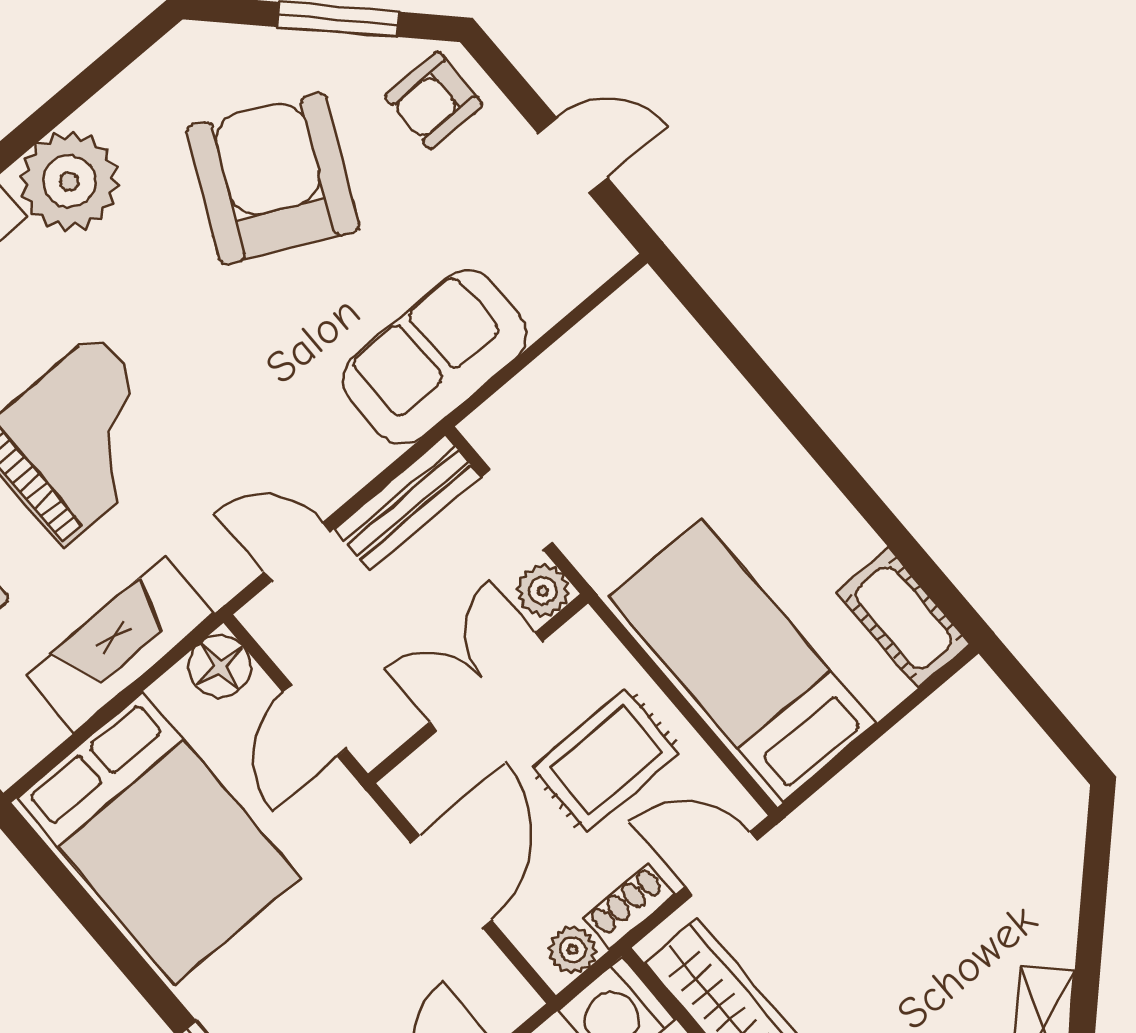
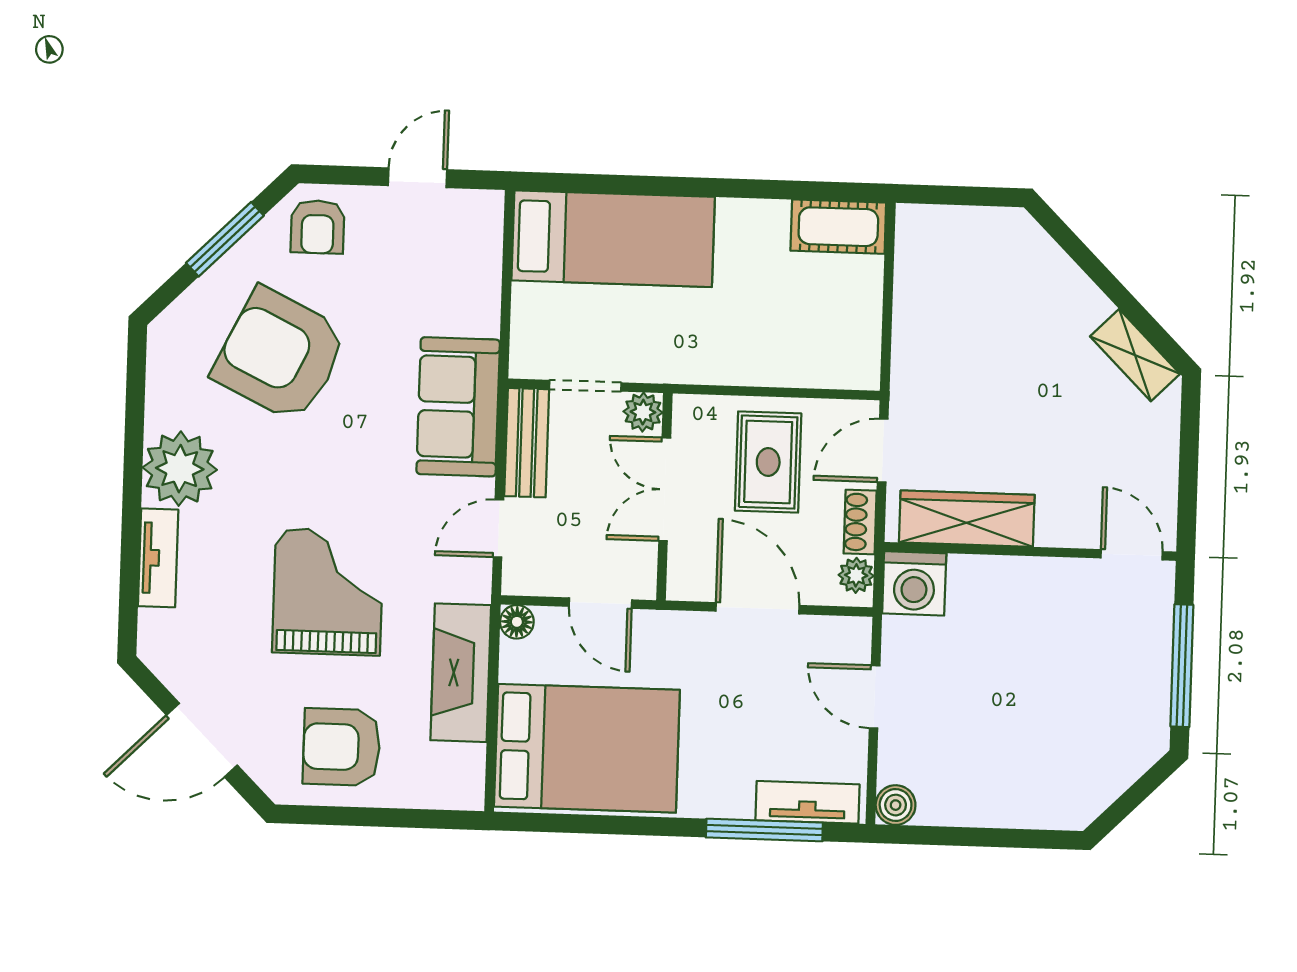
sofa: (435, 357) -> (458, 407), moved
bed: (743, 661) -> (613, 239), moved, turned 180
floor lamp: (220, 666) -> (517, 622), width x0.73, depth x0.73

